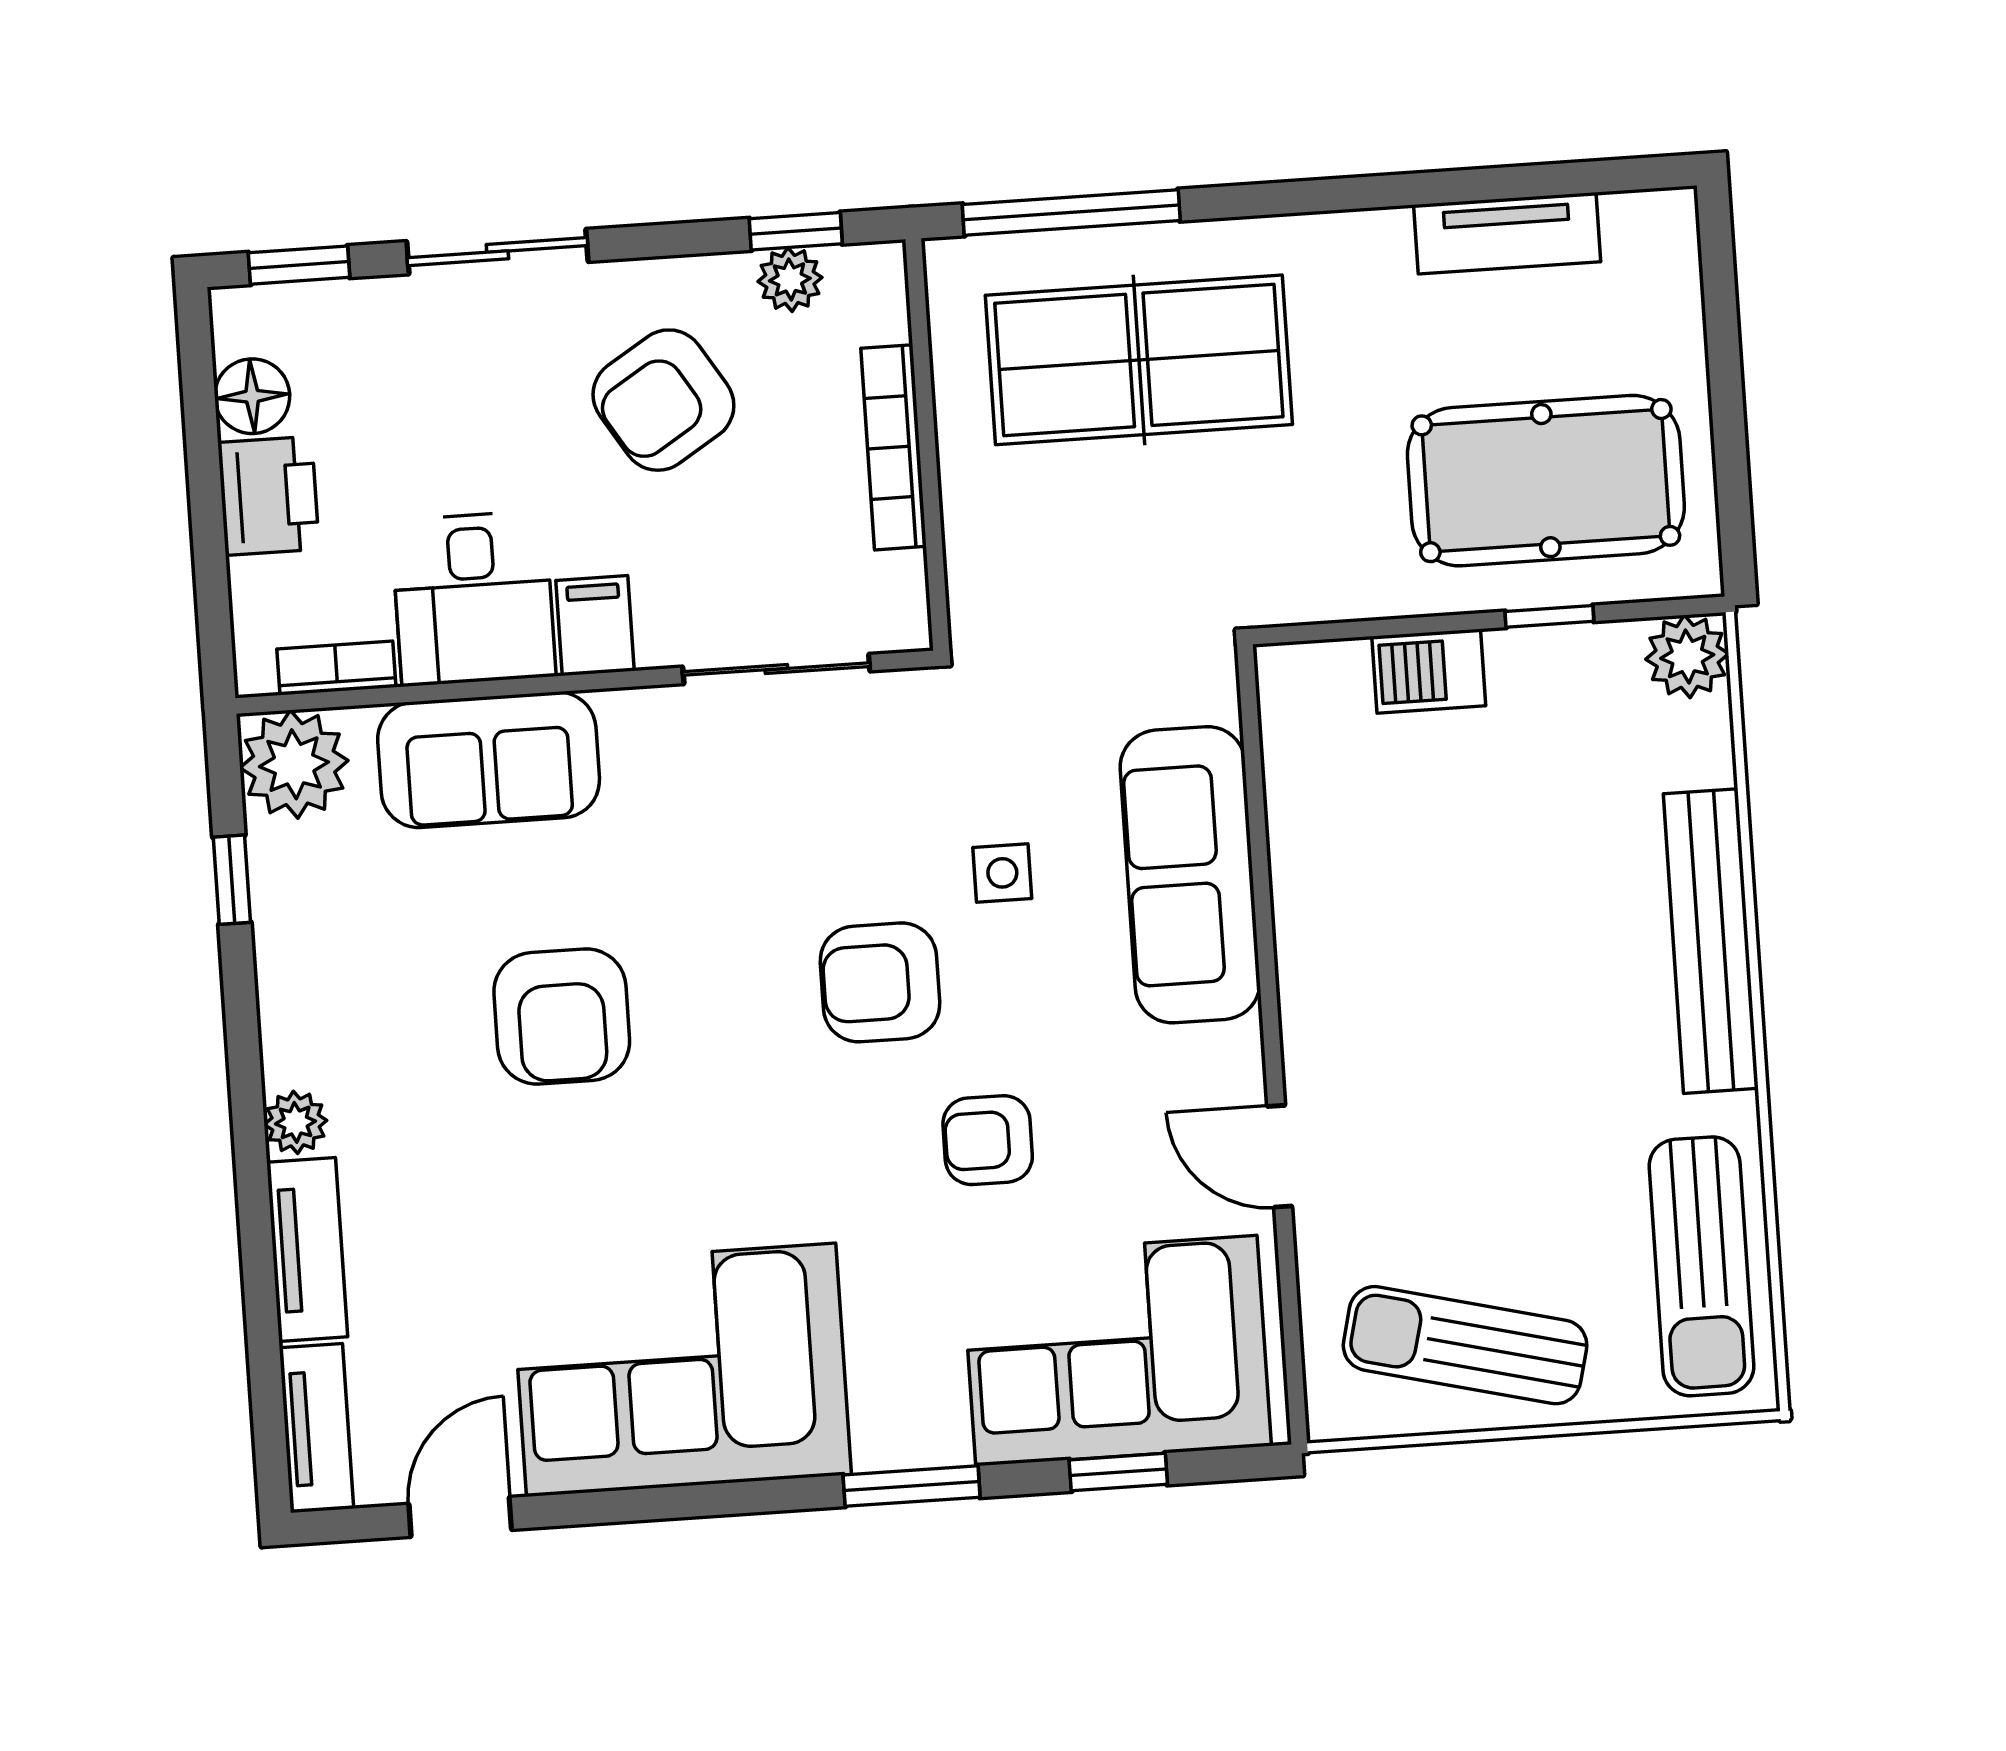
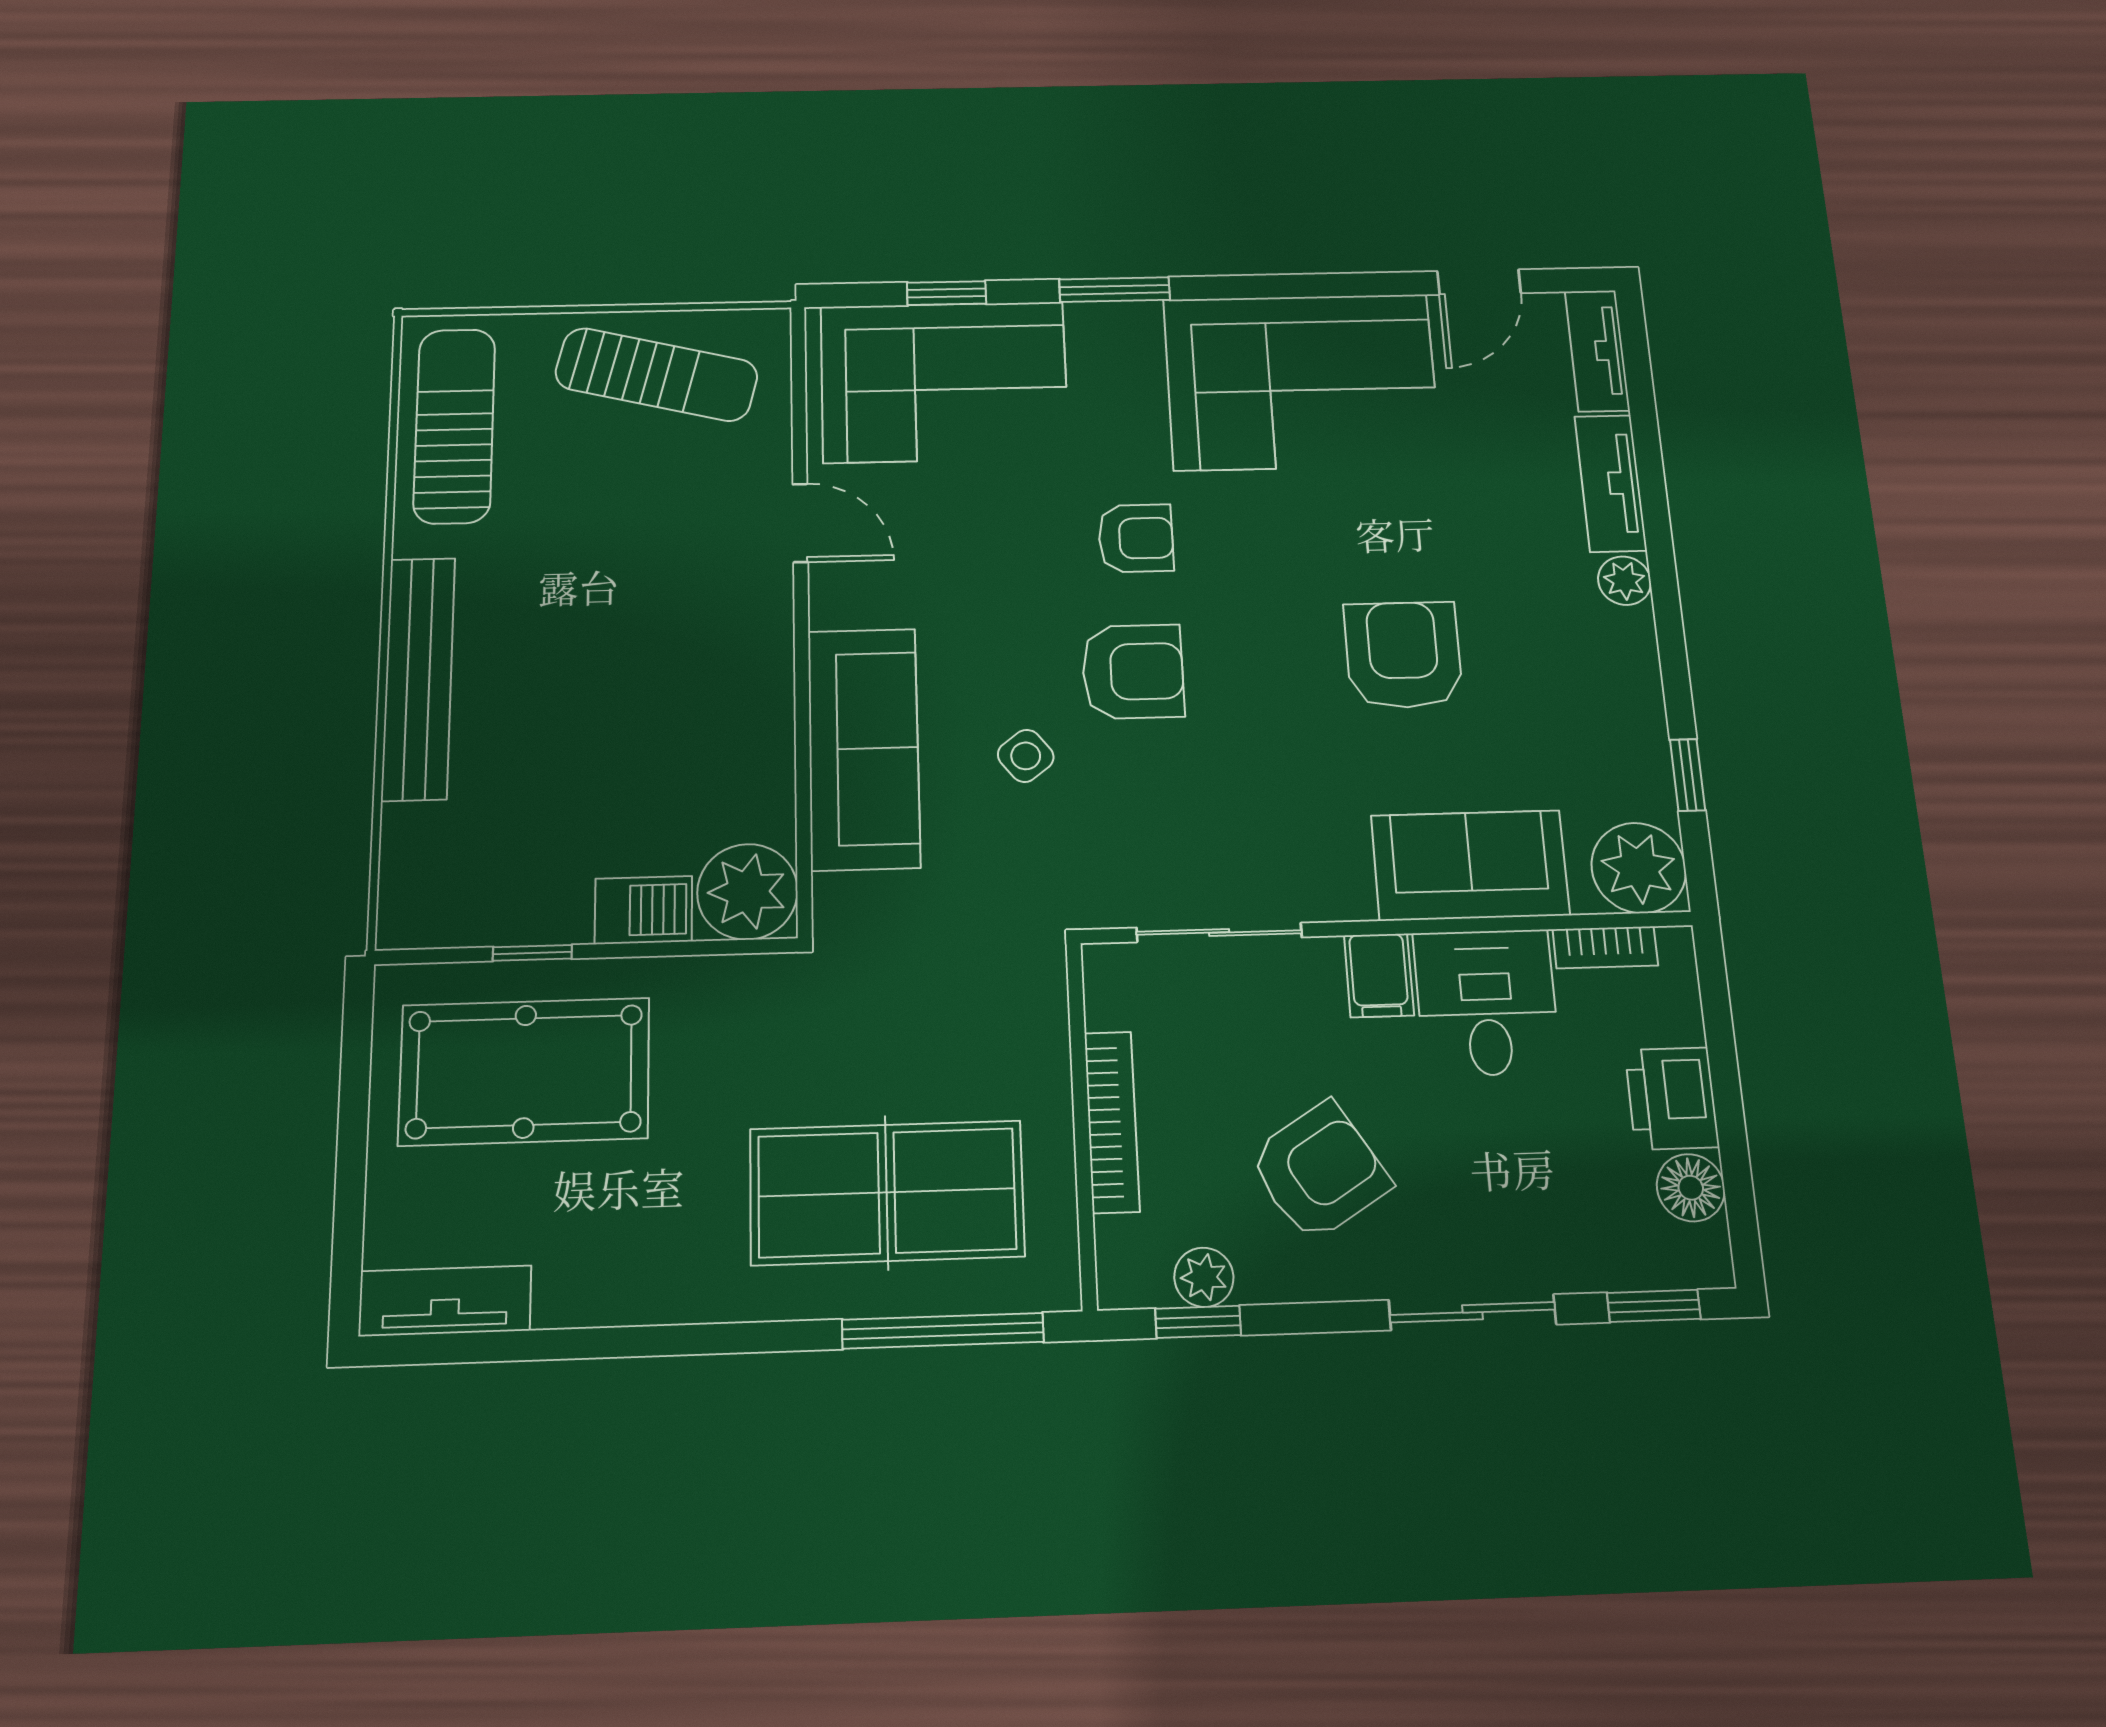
tv unit: (1507, 233) -> (445, 1301), moved
plant: (1687, 656) -> (747, 892), moved, width x1.36, depth x1.36
side table: (1002, 873) -> (1026, 756), turned -38
armchair: (988, 1140) -> (1136, 538), moved

